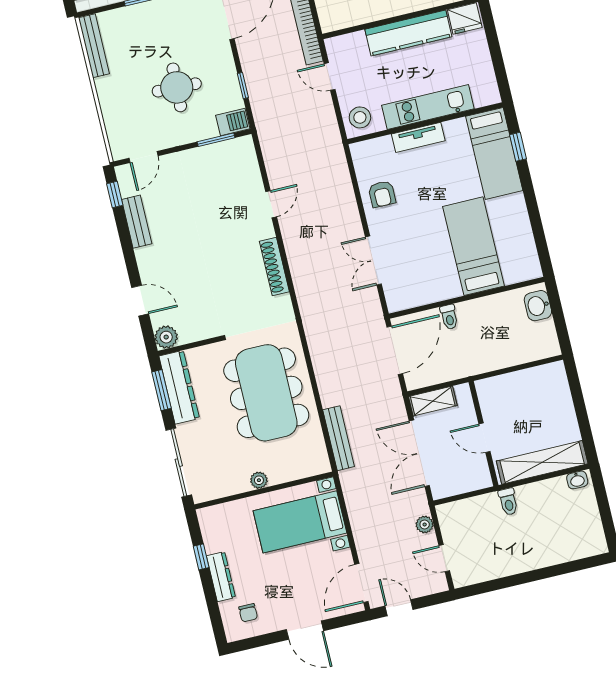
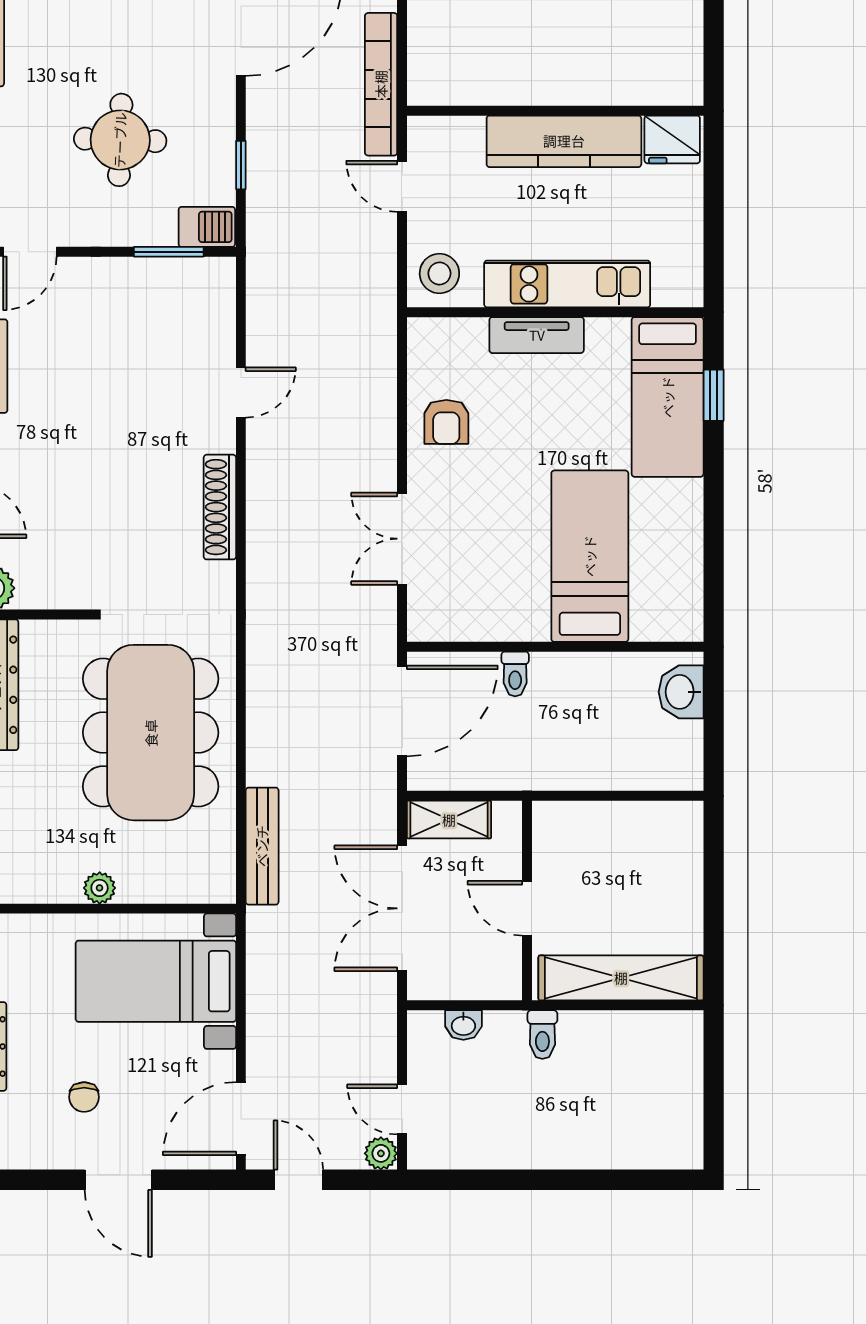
washbasin: (577, 480) -> (463, 1025), moved
plant: (425, 524) -> (381, 1153), moved
chair: (248, 613) -> (84, 1097), moved

